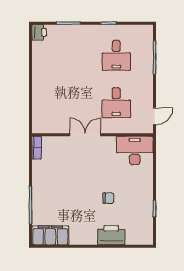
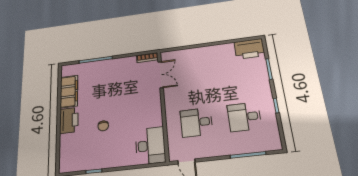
printer: (39, 32) -> (249, 49), width x1.87, depth x1.48
double door: (85, 135) -> (161, 75), moved
filing cabinet: (50, 235) -> (69, 92), moved
printer: (111, 235) -> (69, 120), moved

